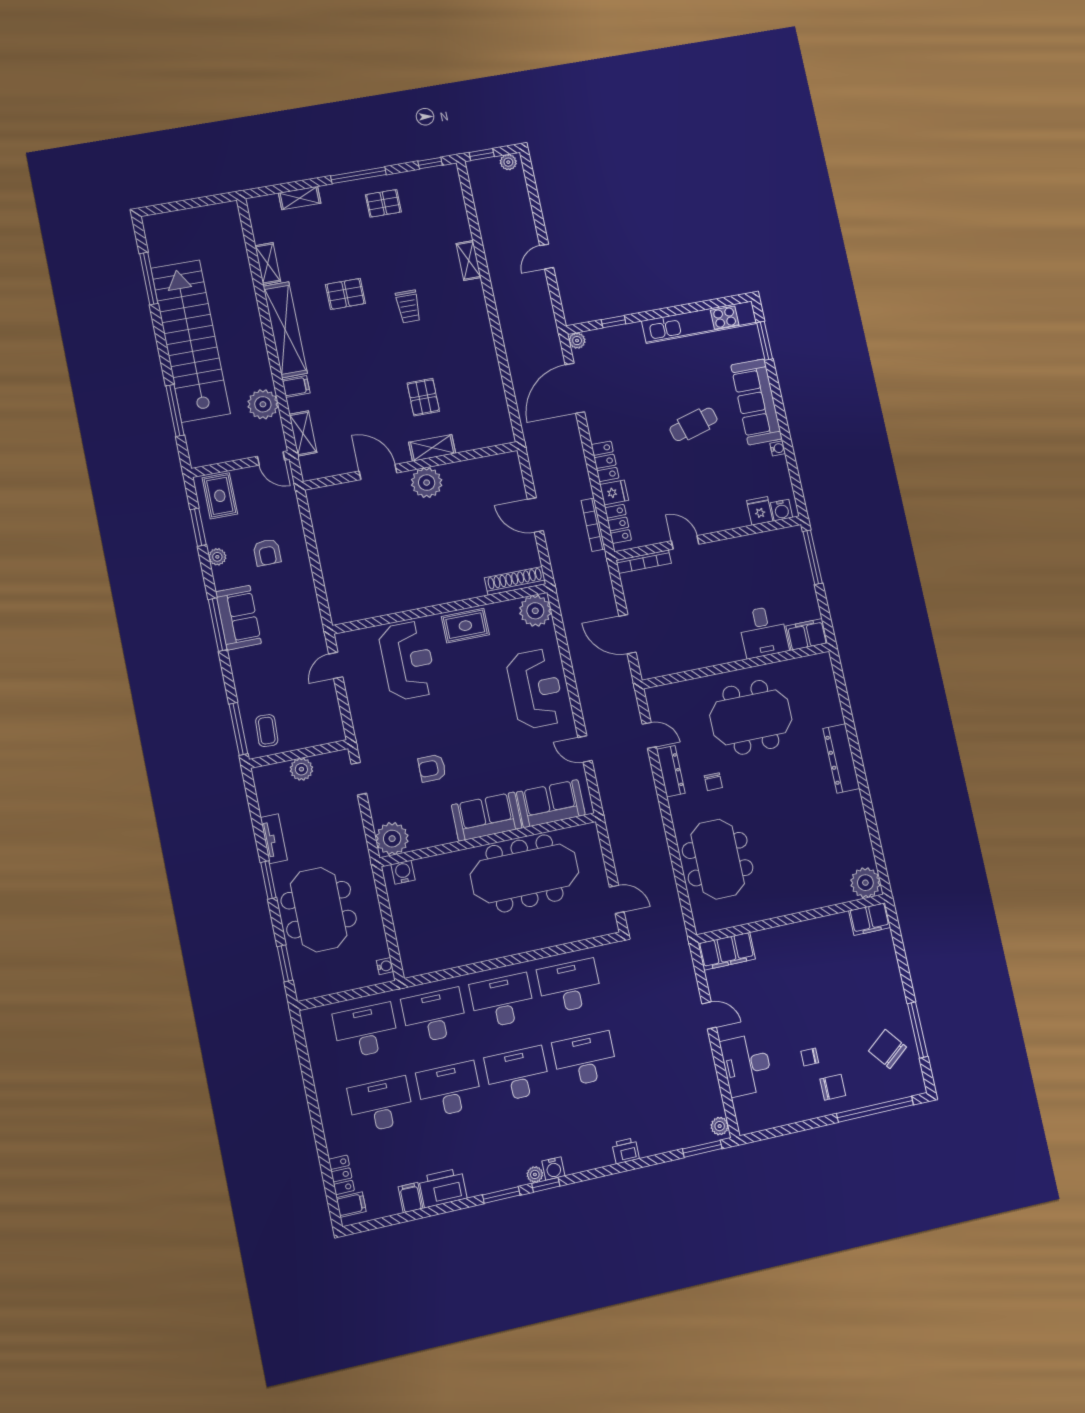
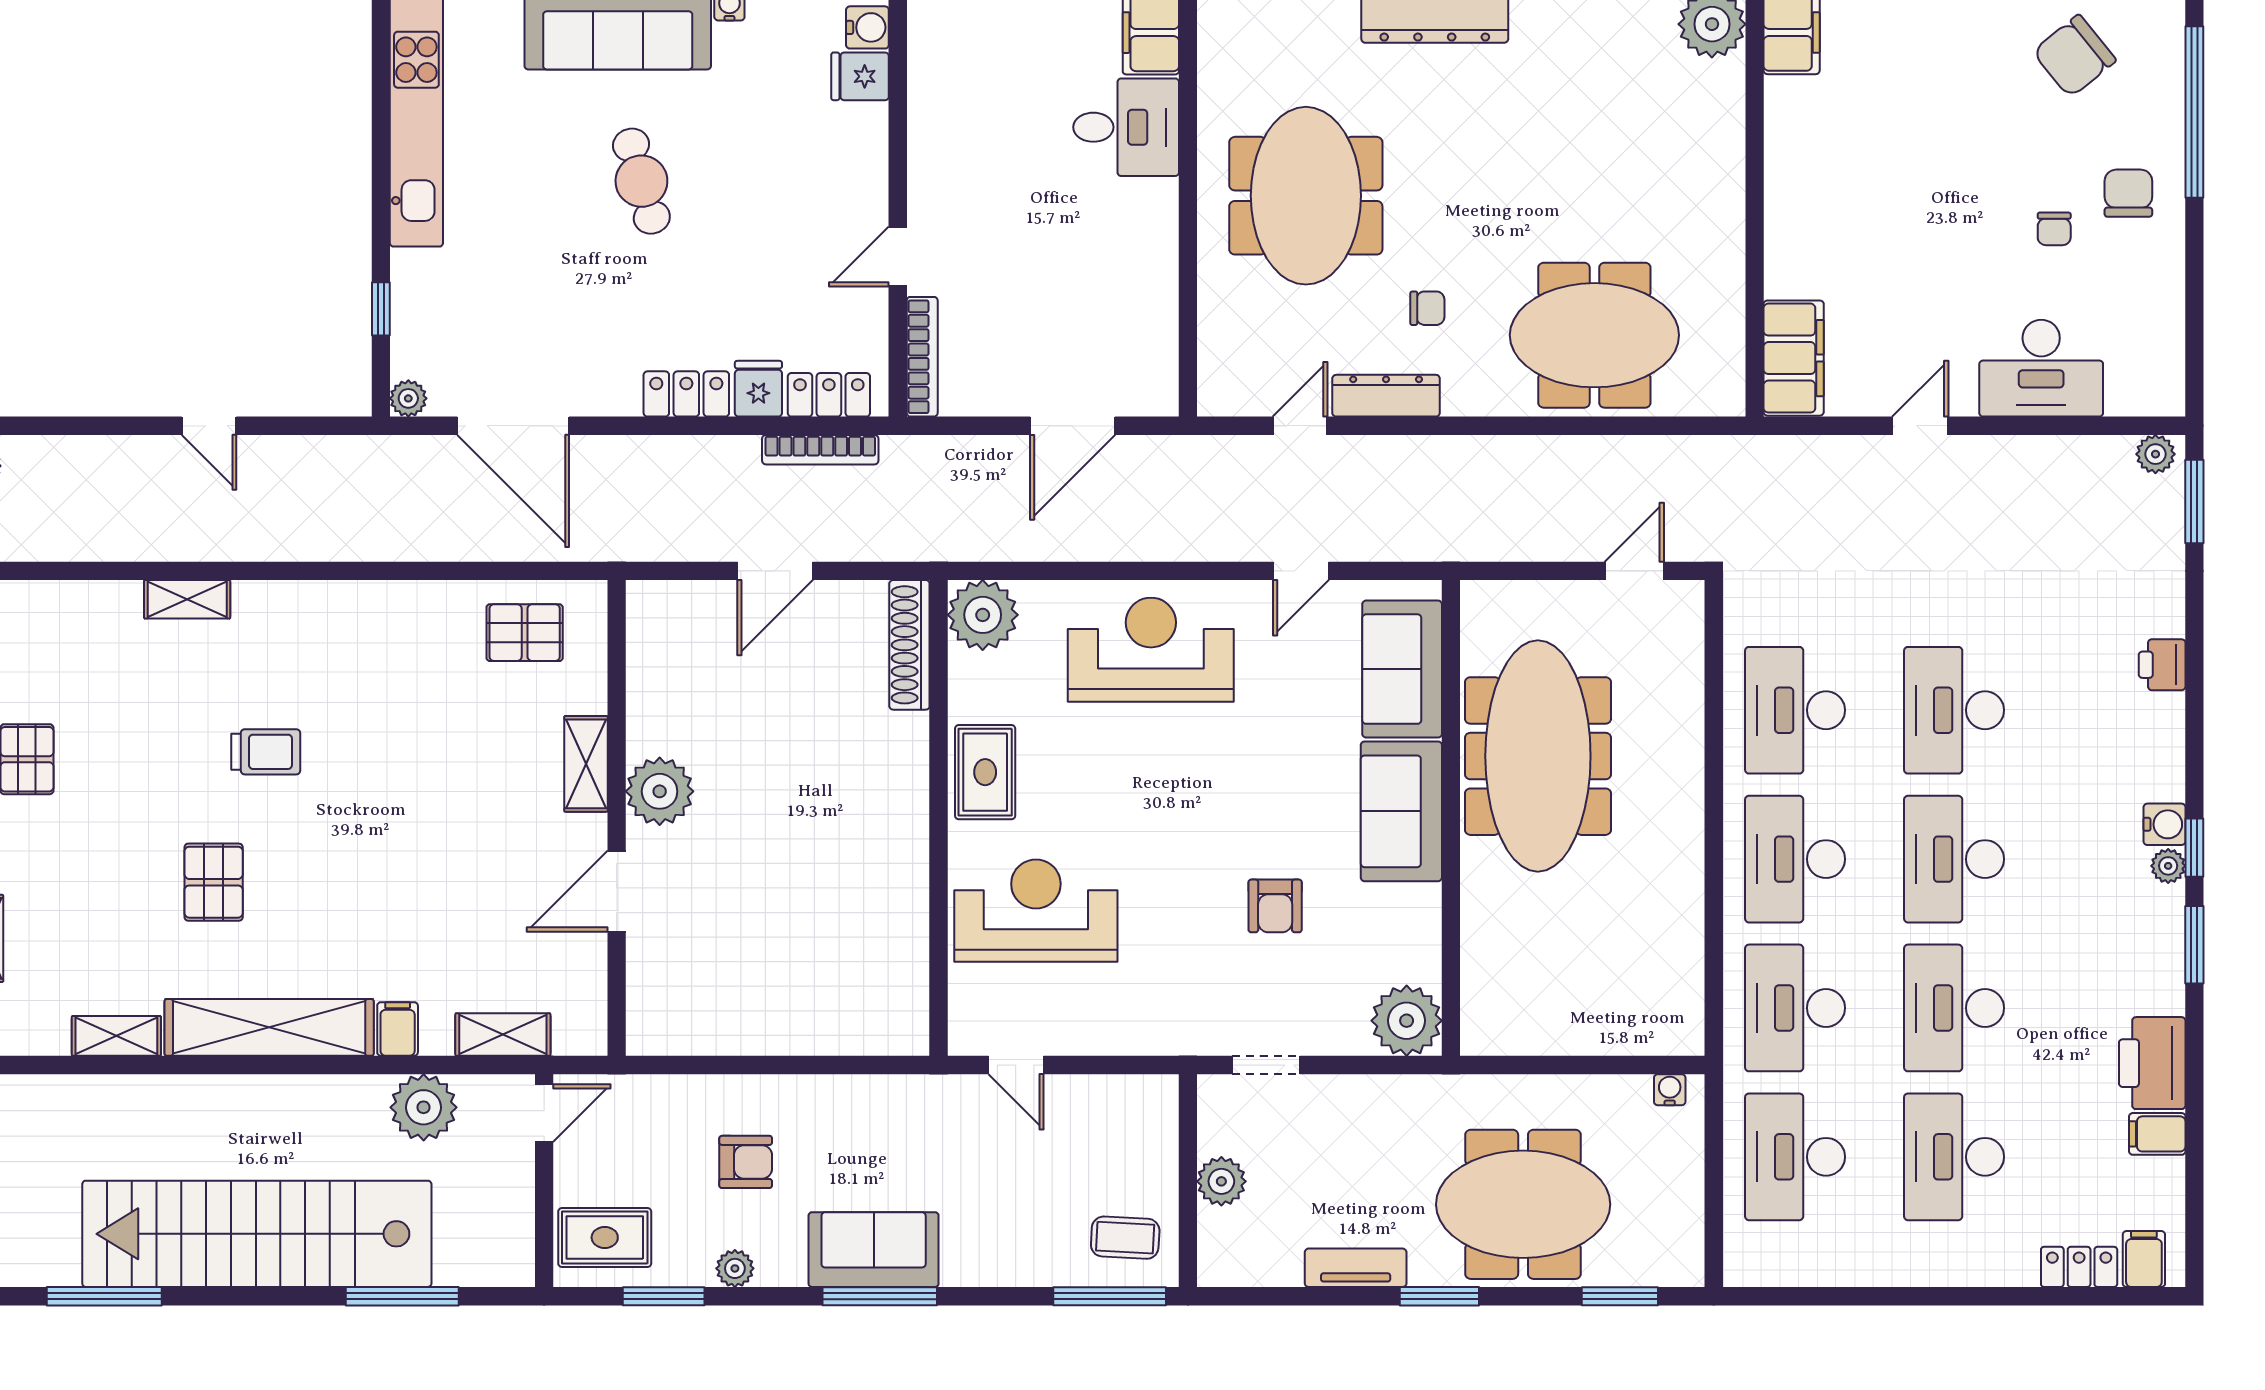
pallet: (423, 397) -> (525, 633), moved
water cooler: (403, 872) -> (1482, 1012), removed

